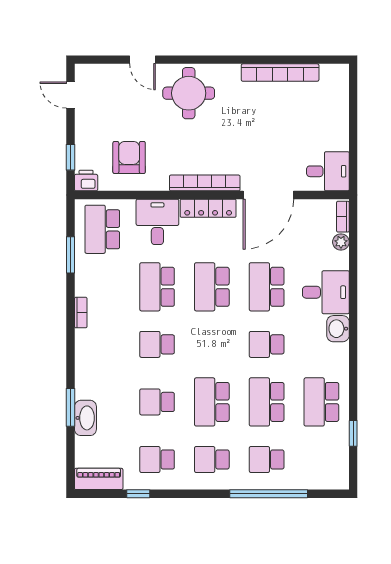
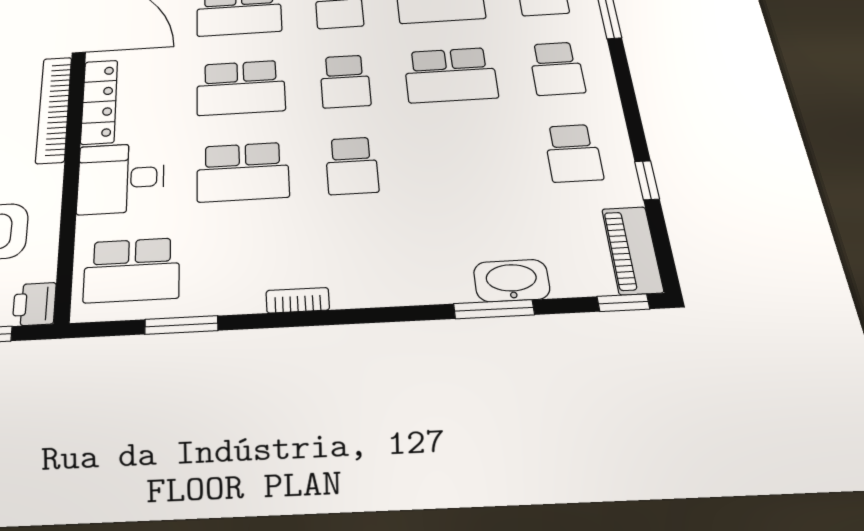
school desk: (157, 402) -> (345, 81), moved
window: (71, 469) -> (623, 303), added

